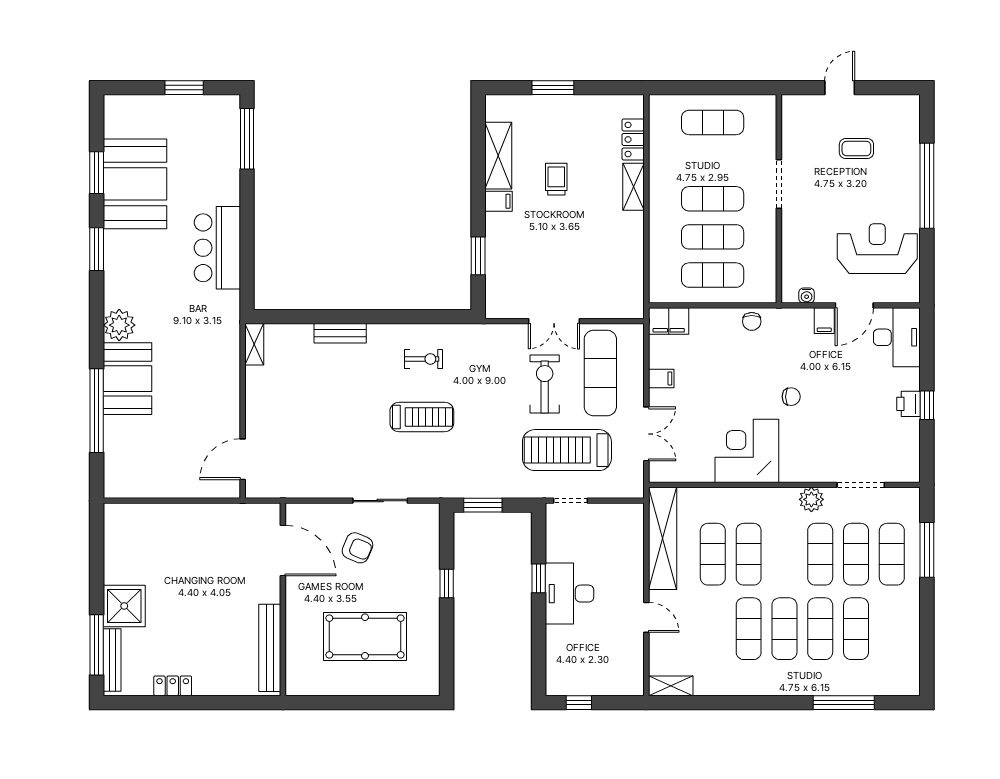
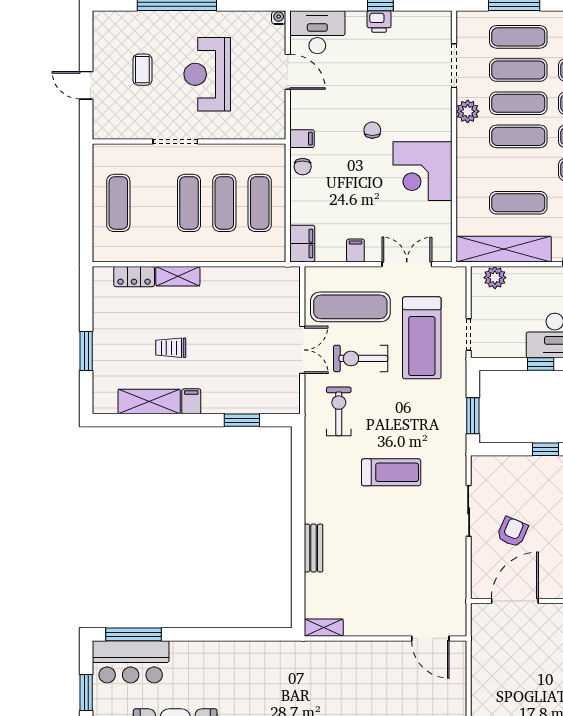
bar counter: (217, 248) -> (131, 662), moved
reception desk: (877, 249) -> (207, 74), moved
water cooler: (807, 295) -> (279, 18), moved, turned -90
chair: (752, 321) -> (303, 167), turned 90
filing cabinet: (824, 321) -> (302, 139), moved
exercise bike: (424, 359) -> (339, 411), moved, width x1.38, depth x1.39
treadmill: (422, 417) -> (391, 472), turned 90
plant: (632, 529) -> (495, 278), added
exercise mat: (749, 554) -> (518, 136), moved

